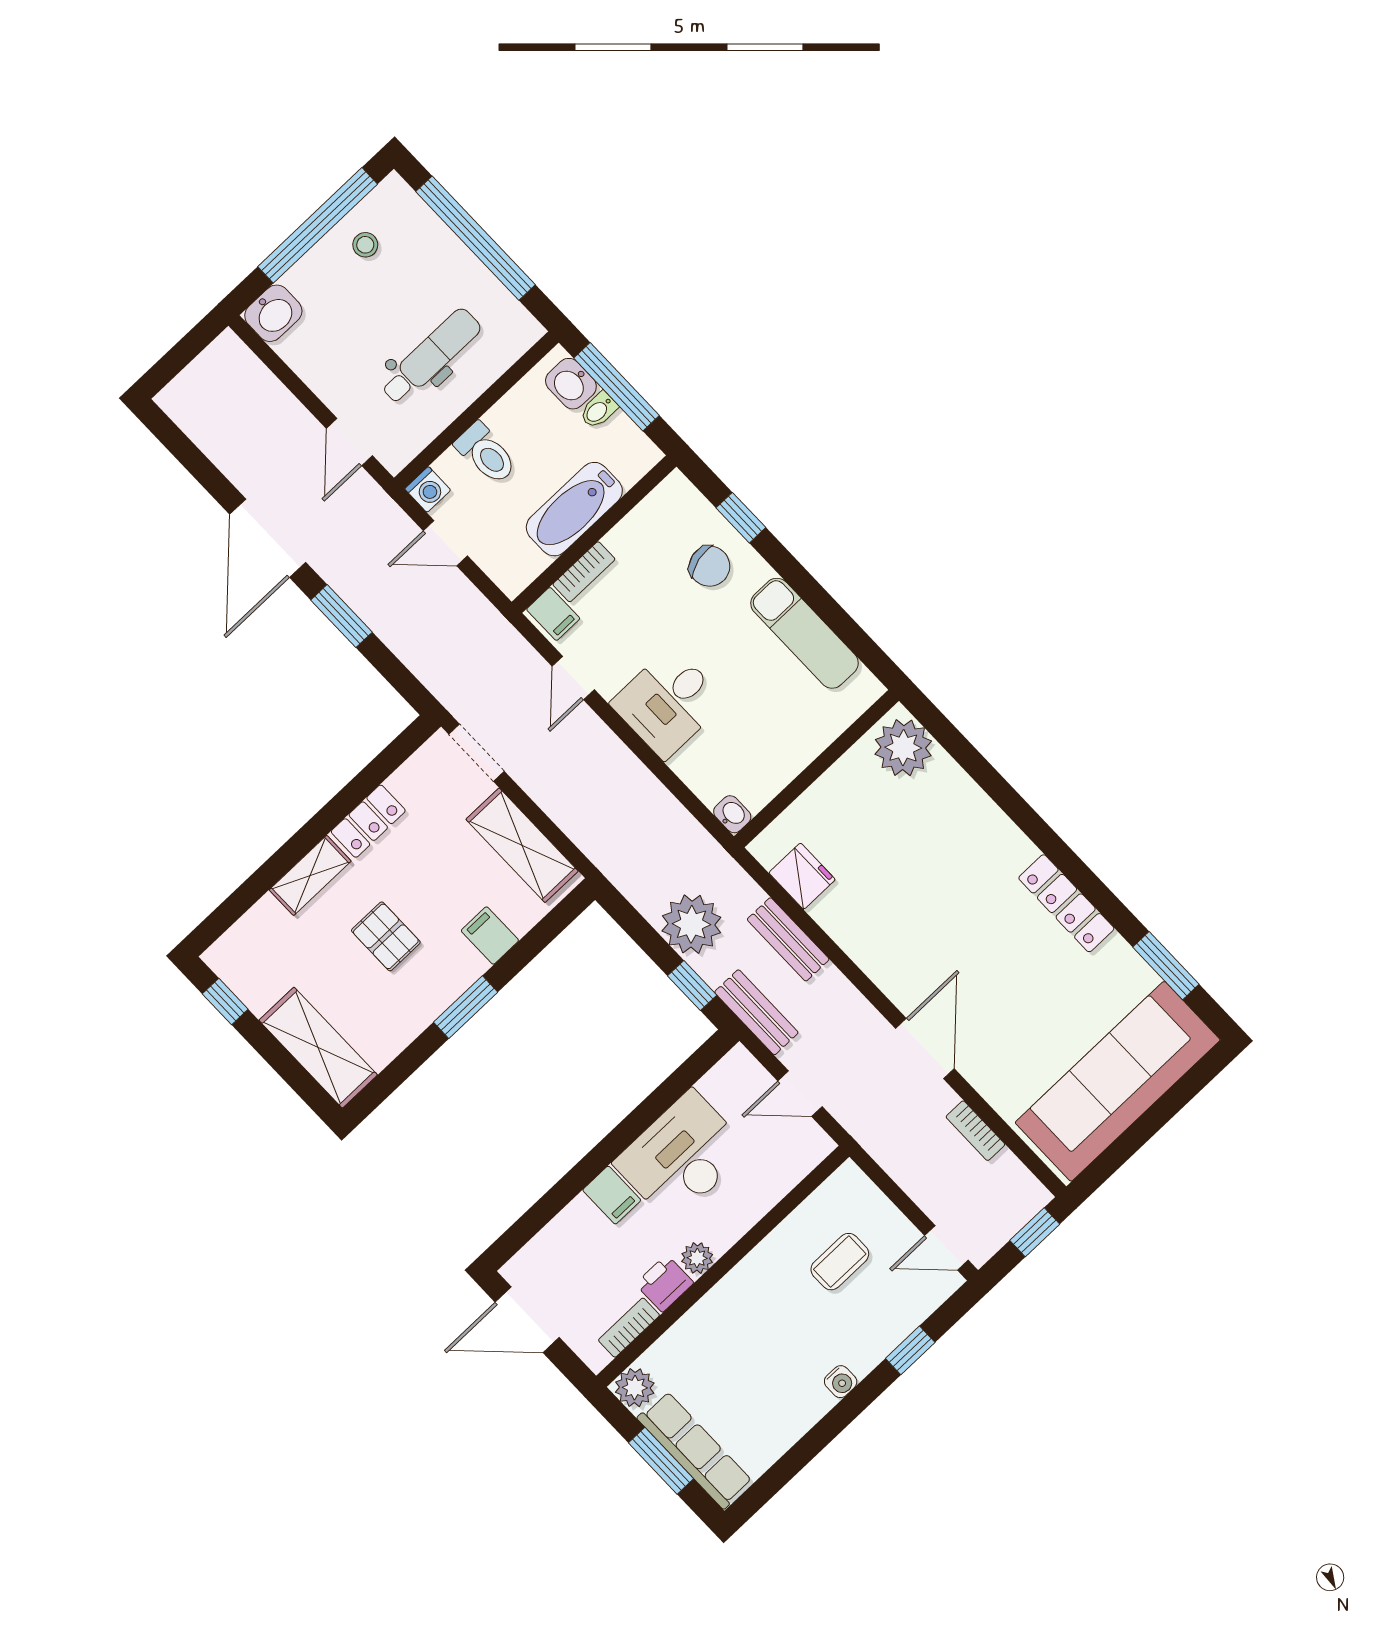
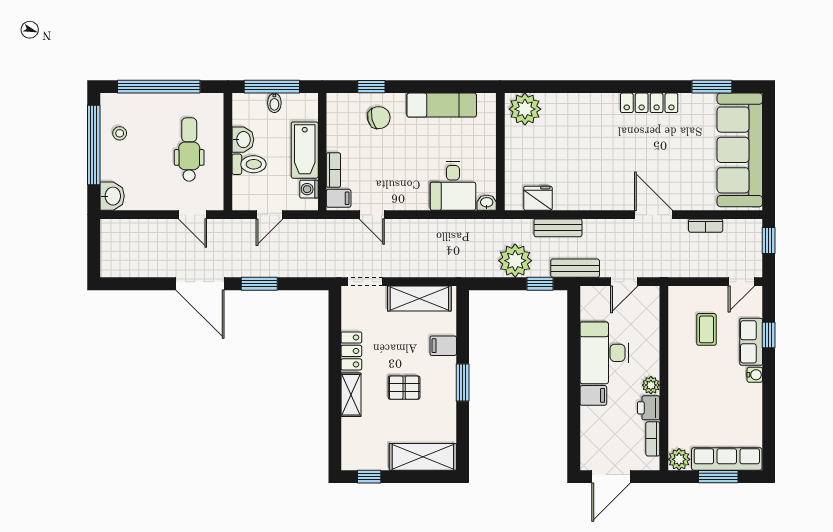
washbasin: (571, 384) -> (243, 140), moved, turned -90
washing machine: (428, 489) -> (309, 189), moved, turned 180
desk: (668, 703) -> (453, 186), moved
row of seats: (879, 1336) -> (751, 342), added

